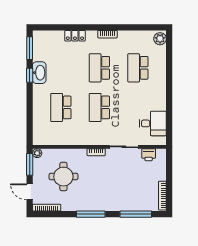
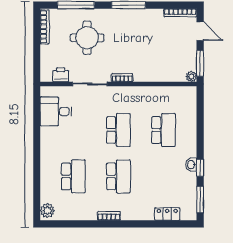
locker: (75, 36) -> (167, 214), moved
washbasin: (39, 73) -> (191, 165), width x0.52, depth x0.69
round table: (63, 177) -> (87, 38), moved

